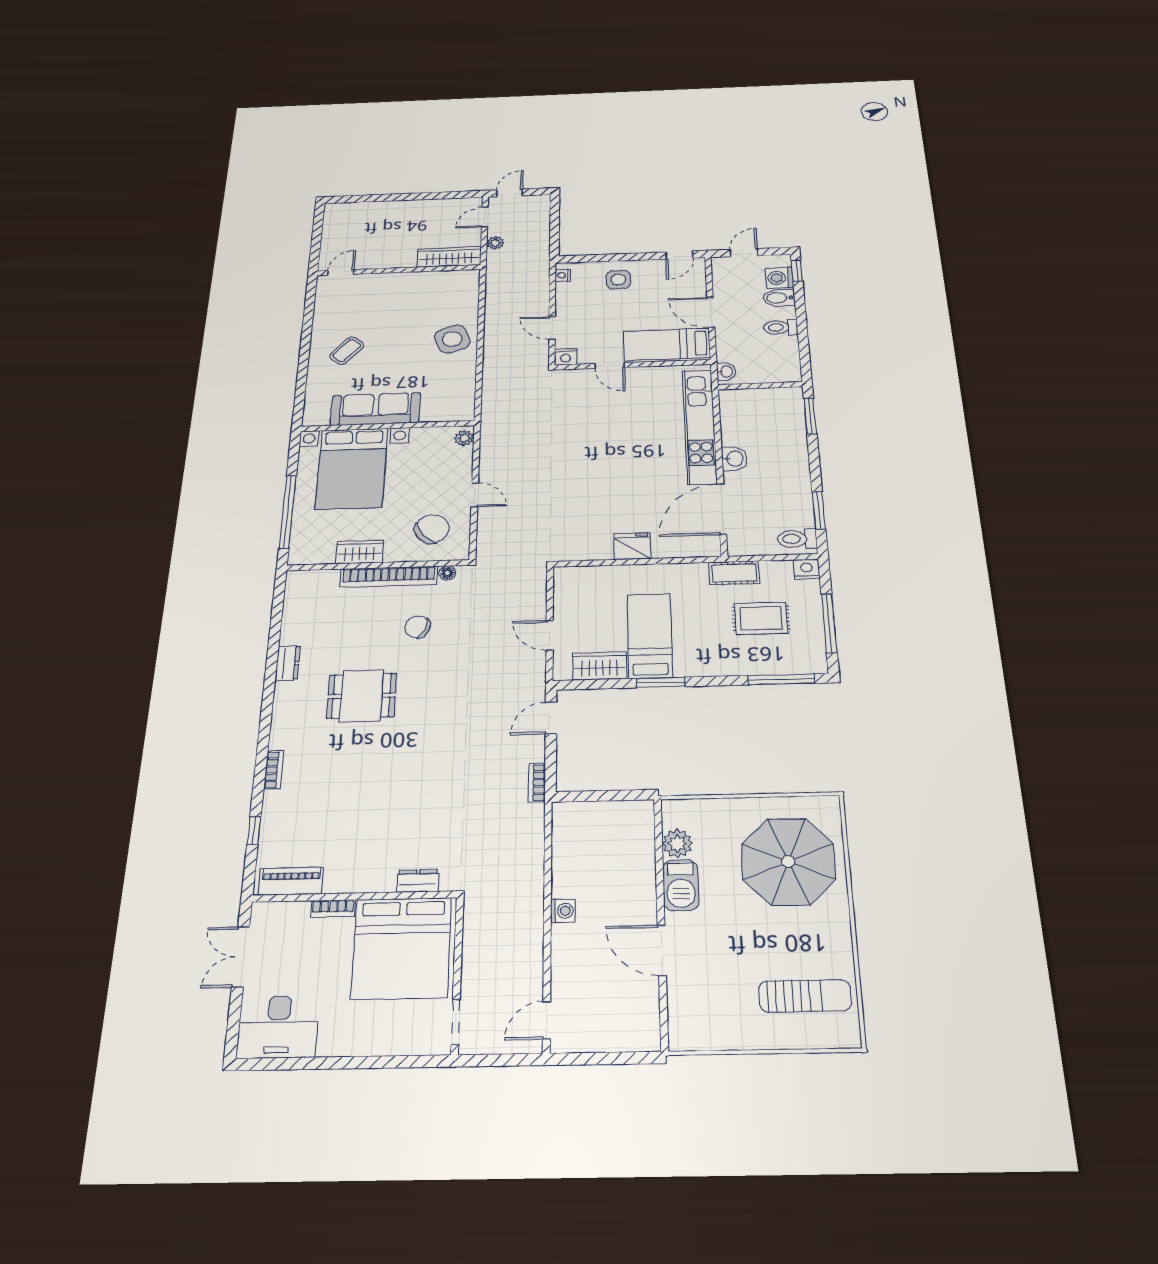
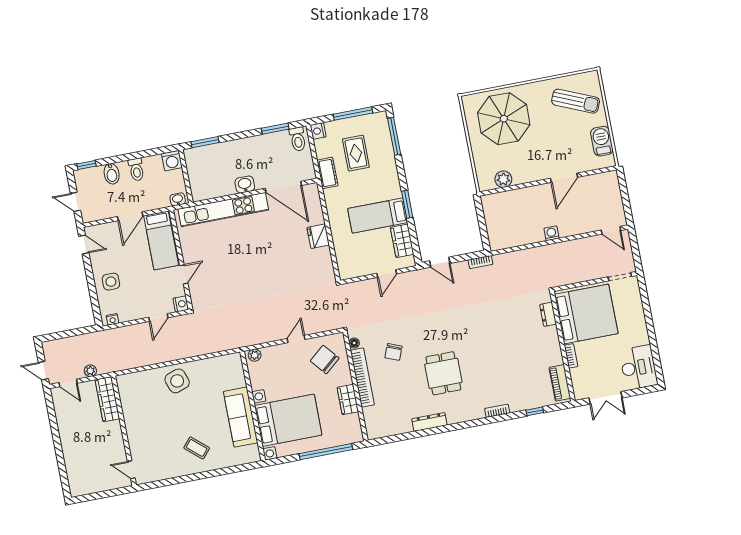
washing machine: (779, 278) -> (172, 161), moved
dresser: (288, 663) -> (429, 422), width x1.44
barbecue: (681, 885) -> (602, 141), moved, turned -90
sun lounger: (805, 996) -> (576, 101), turned 113

